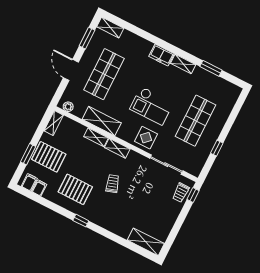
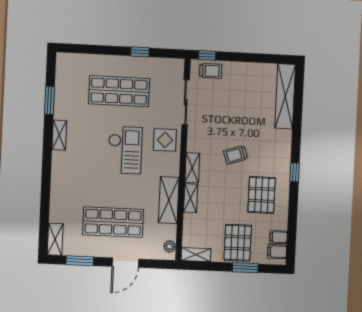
freezer: (162, 55) -> (60, 165), removed
shelving: (146, 242) -> (285, 96), width x1.47

